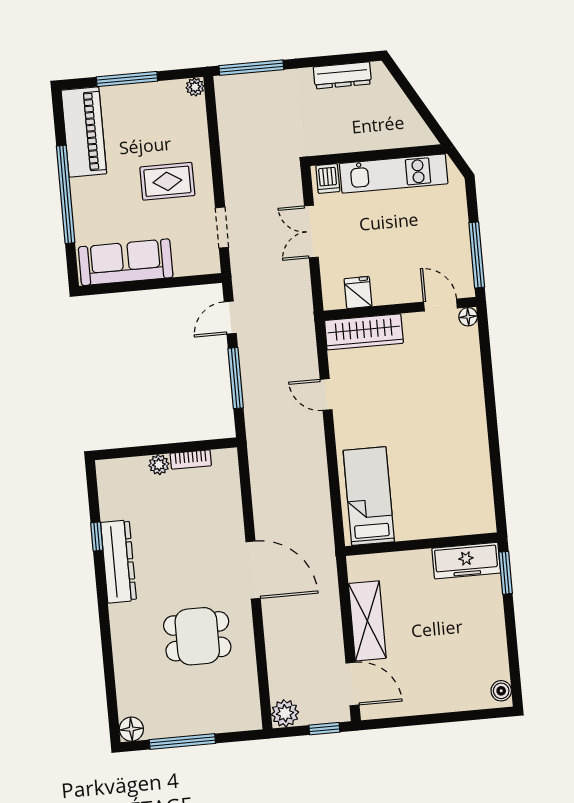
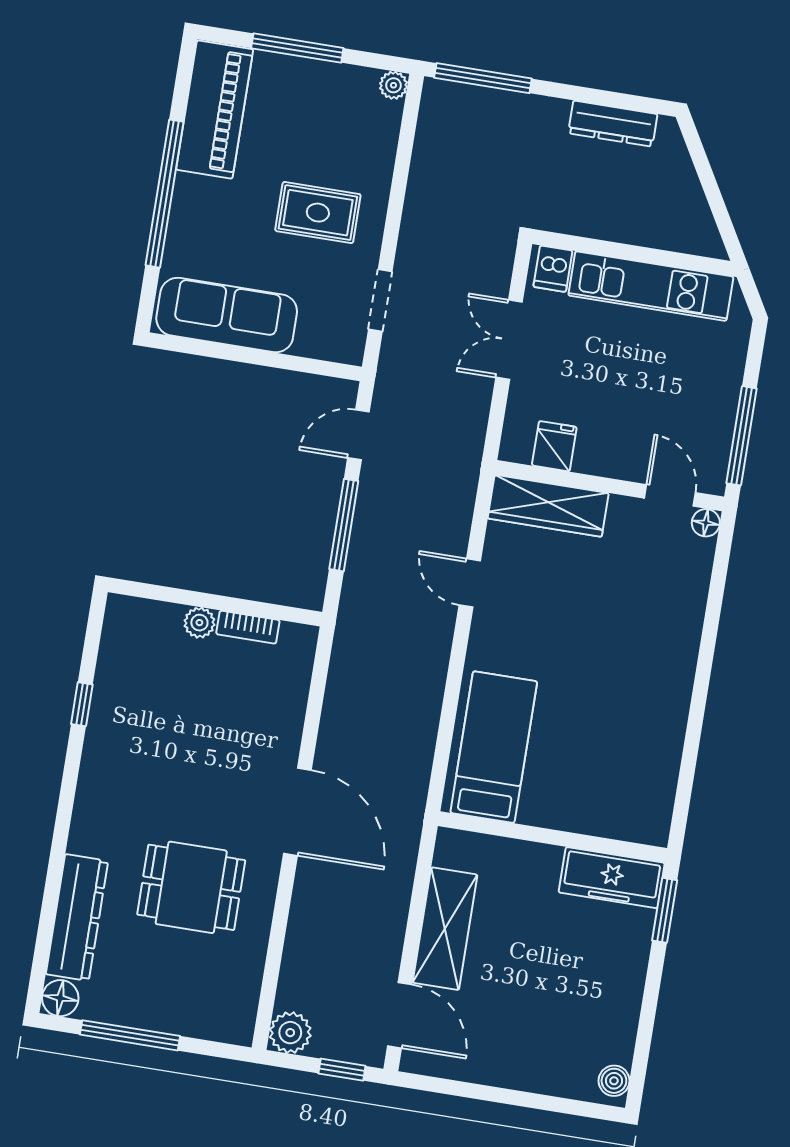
dresser: (118, 561) -> (77, 918), moved

